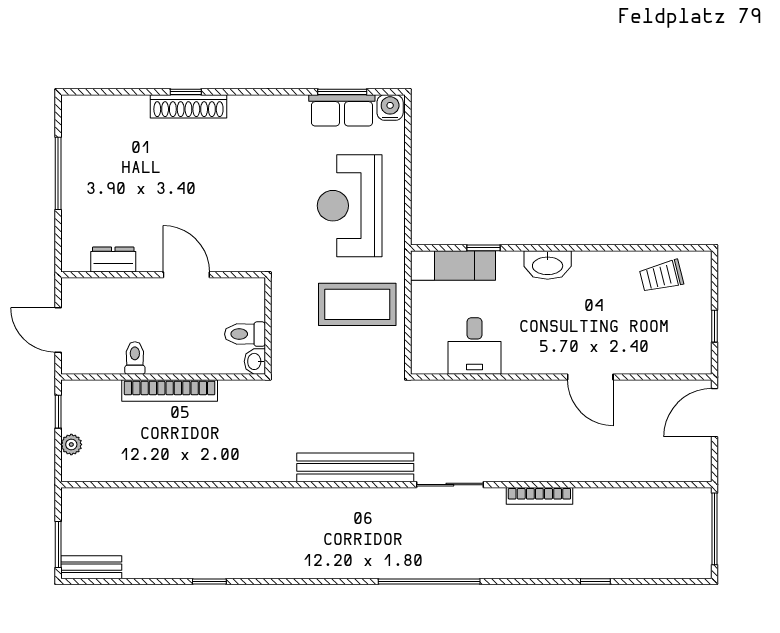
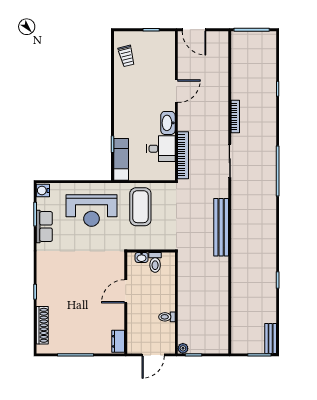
shoe rack: (188, 106) -> (42, 325), moved
row of seats: (342, 110) -> (44, 227), moved
dresser: (113, 260) -> (118, 341), moved
washbasin: (548, 265) -> (168, 123), moved, turned 180
washbasin: (255, 361) -> (142, 257), moved
bookcase: (170, 391) -> (183, 155), moved
plant: (71, 444) -> (183, 348), moved
bench: (355, 467) -> (221, 227), moved

